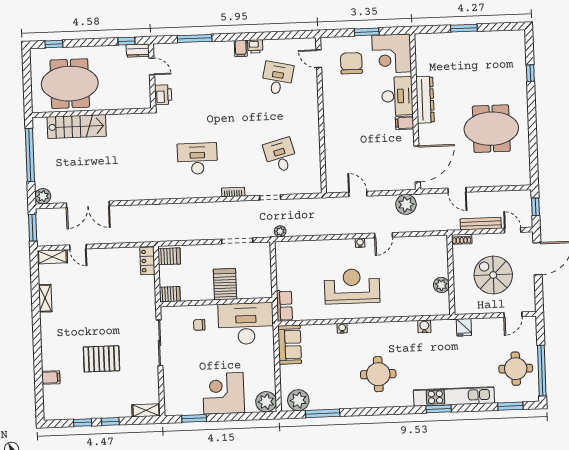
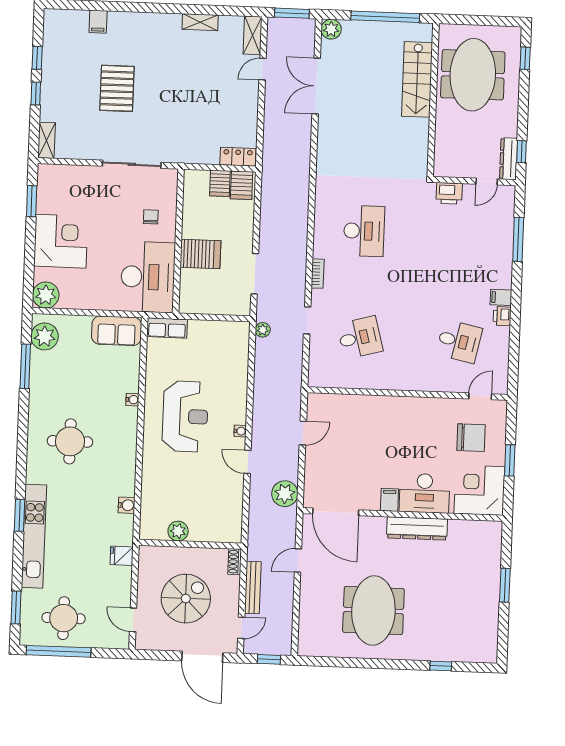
dresser: (138, 51) -> (509, 159), width x1.44
server rack: (170, 294) -> (220, 183), moved

